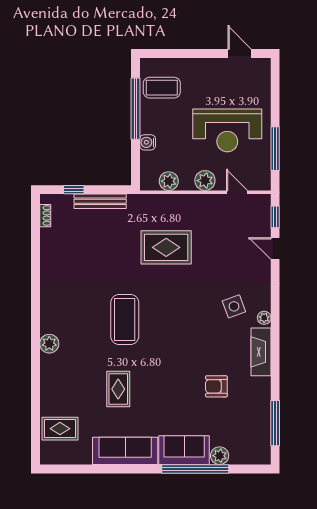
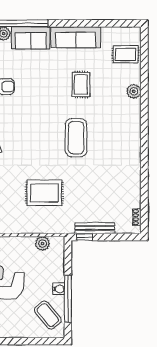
coffee table: (162, 88) -> (48, 315), turned 50
water cooler: (148, 142) -> (59, 289), moved
plant: (205, 181) -> (15, 244), removed
window: (74, 190) -> (85, 237), moved
plant: (49, 344) -> (134, 91), moved

